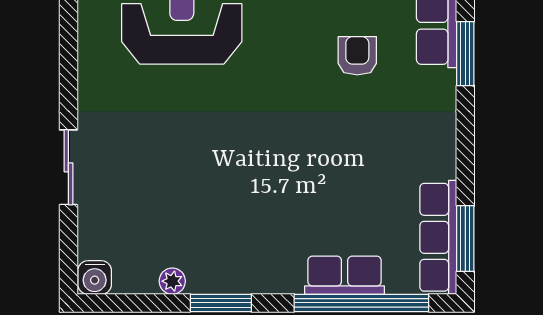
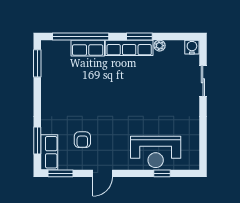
sliding door: (68, 167) -> (203, 81), moved
row of seats: (438, 237) -> (129, 48), moved, turned 90

